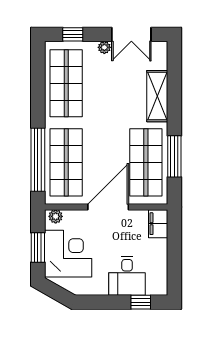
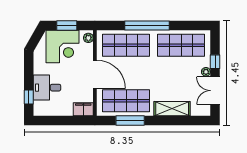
window: (73, 34) -> (215, 62), moved
window: (38, 160) -> (147, 26), moved

